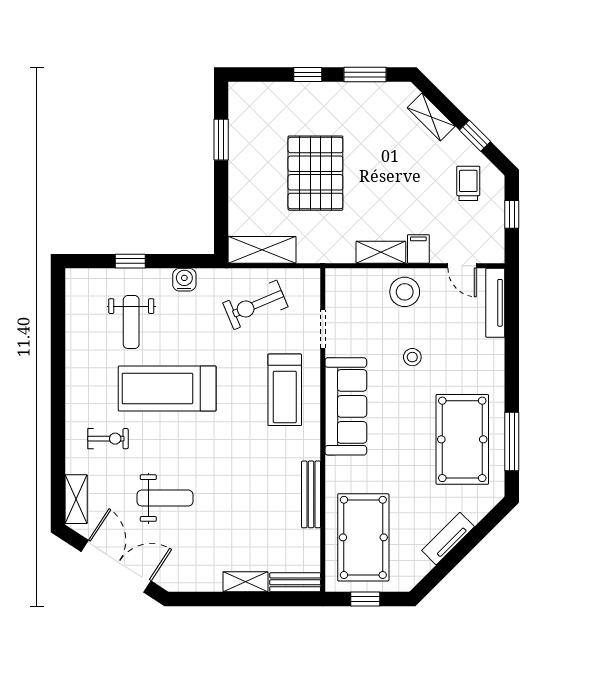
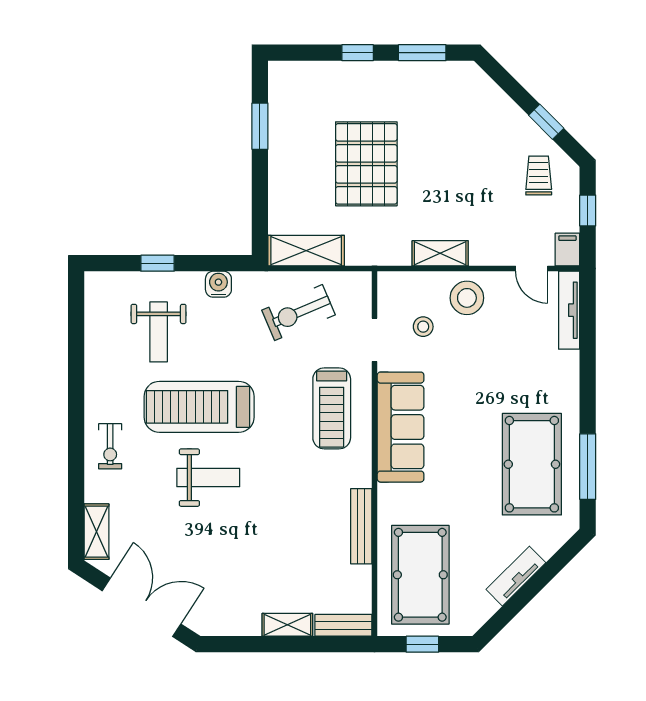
shelving: (431, 117) -> (497, 101), removed
filing cabinet: (418, 249) -> (567, 250), moved
stool: (412, 357) -> (423, 327), moved
exercise bike: (108, 439) -> (110, 446), moved, turned 90
weight bench: (165, 498) -> (208, 478), moved

